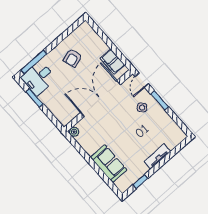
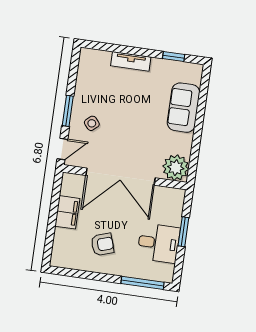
filing cabinet: (112, 62) -> (67, 212), moved
desk: (38, 78) -> (159, 243), moved
window: (34, 98) -> (183, 232), moved
plant: (74, 132) -> (176, 168), width x1.88, depth x1.88

